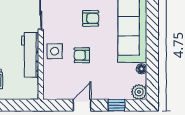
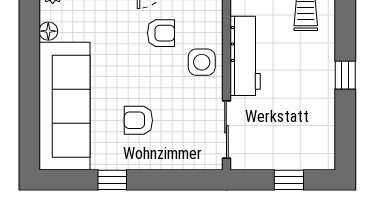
armchair: (82, 55) -> (161, 33), moved

